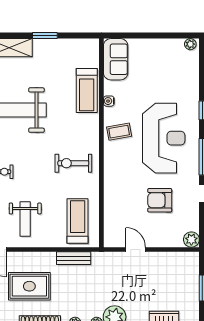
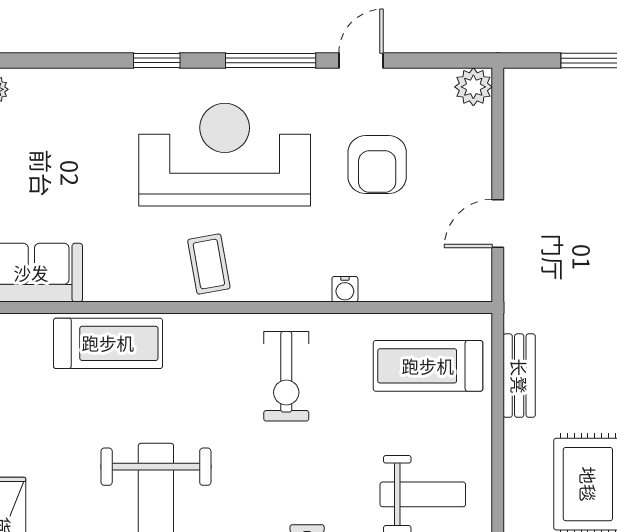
water cooler: (109, 101) -> (345, 289), moved

